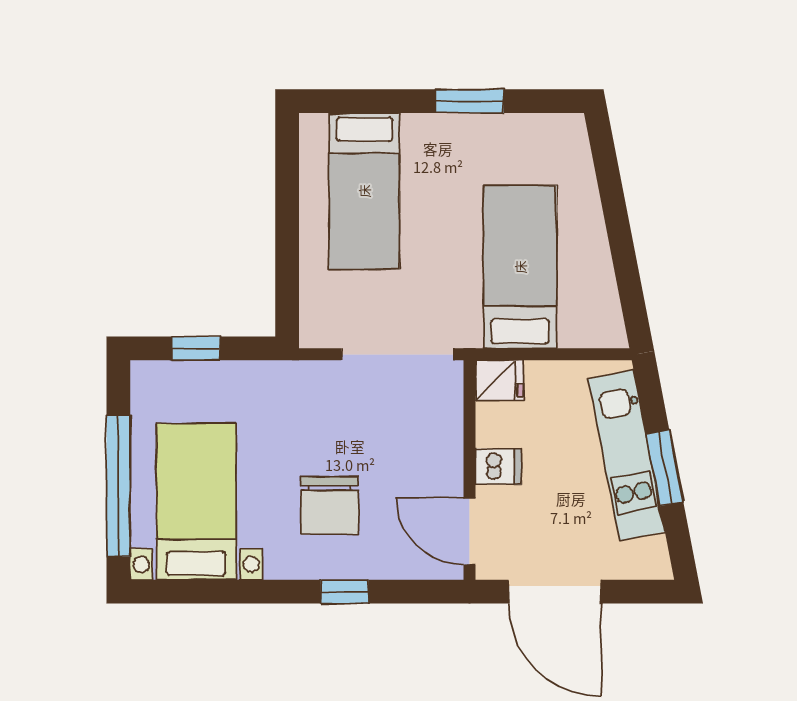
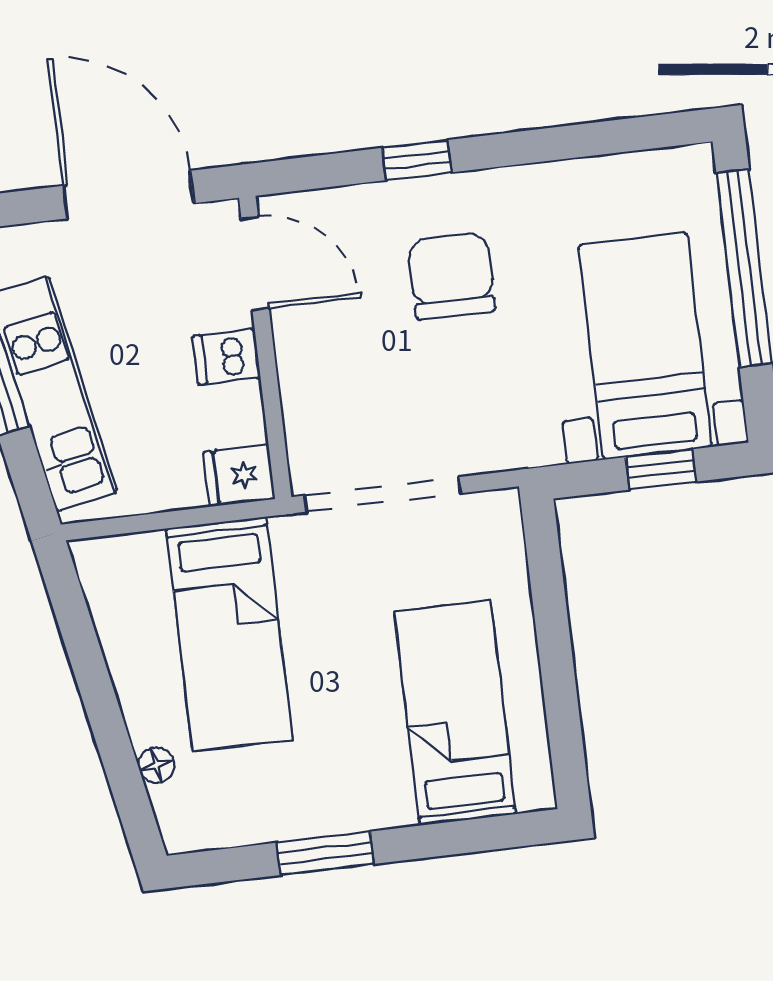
floor lamp: (584, 179) -> (156, 765), added
bed with nightstands: (196, 502) -> (645, 346), moved, turned 180

